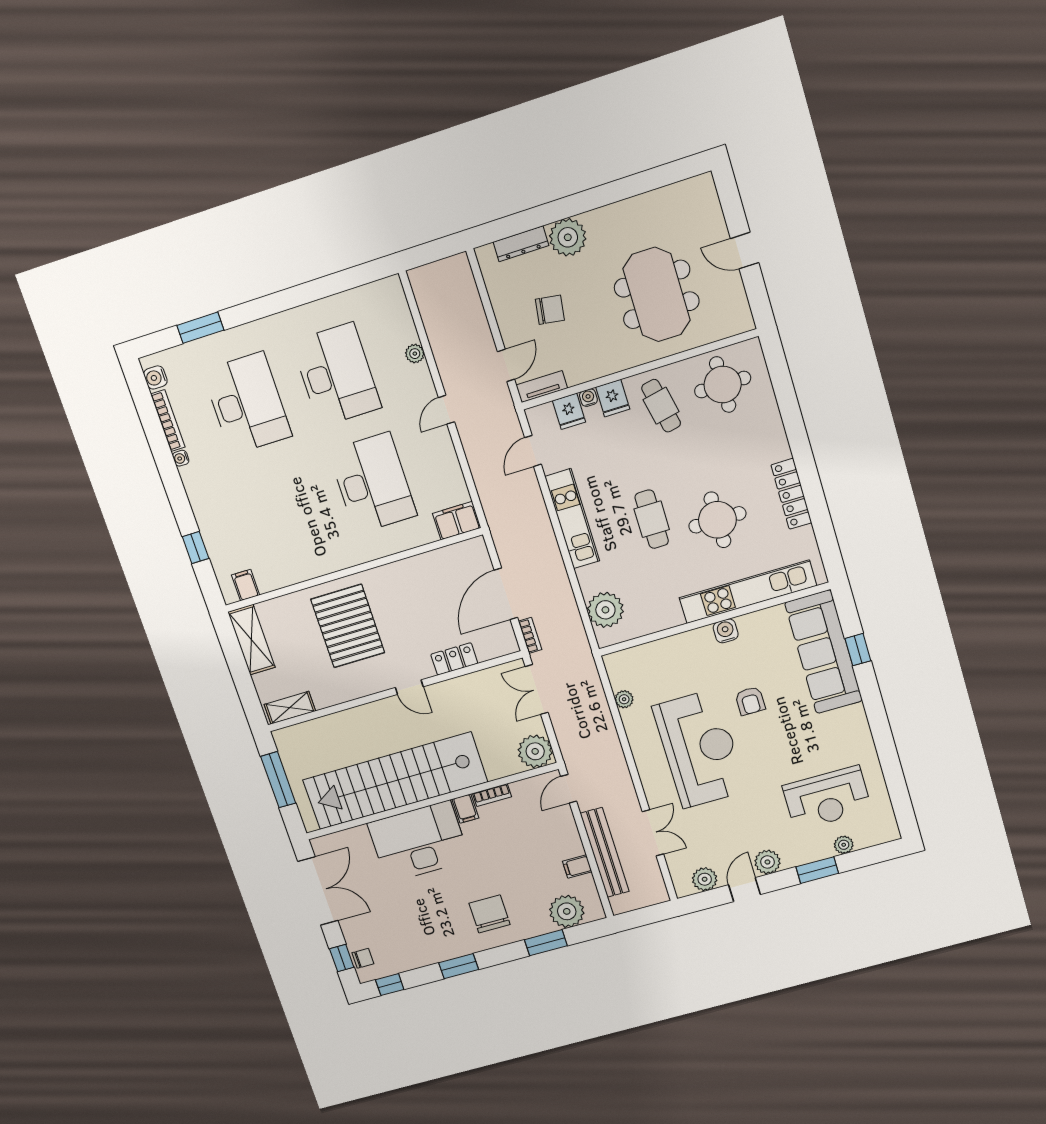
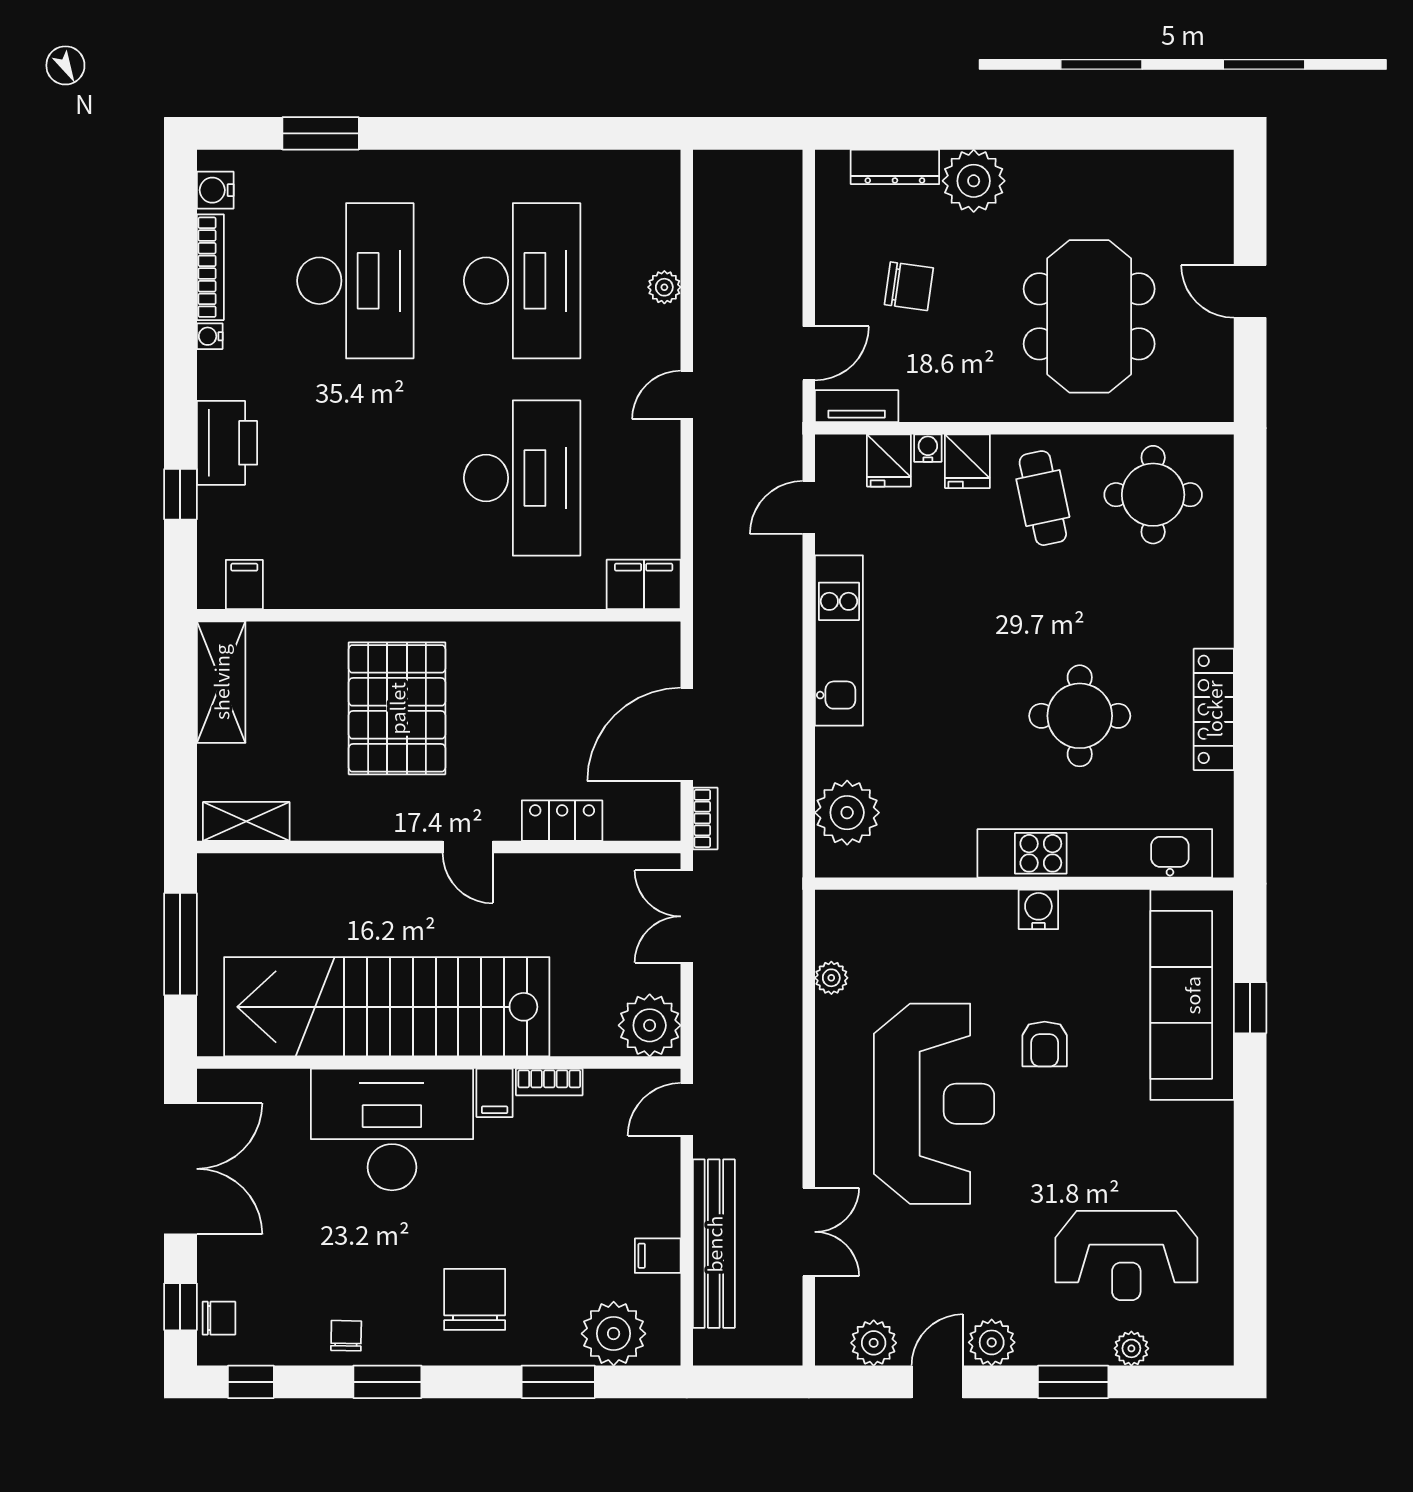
printer: (210, 513) -> (227, 443), added
cafe table: (652, 519) -> (971, 682), removed
chair: (430, 949) -> (346, 1336), added

